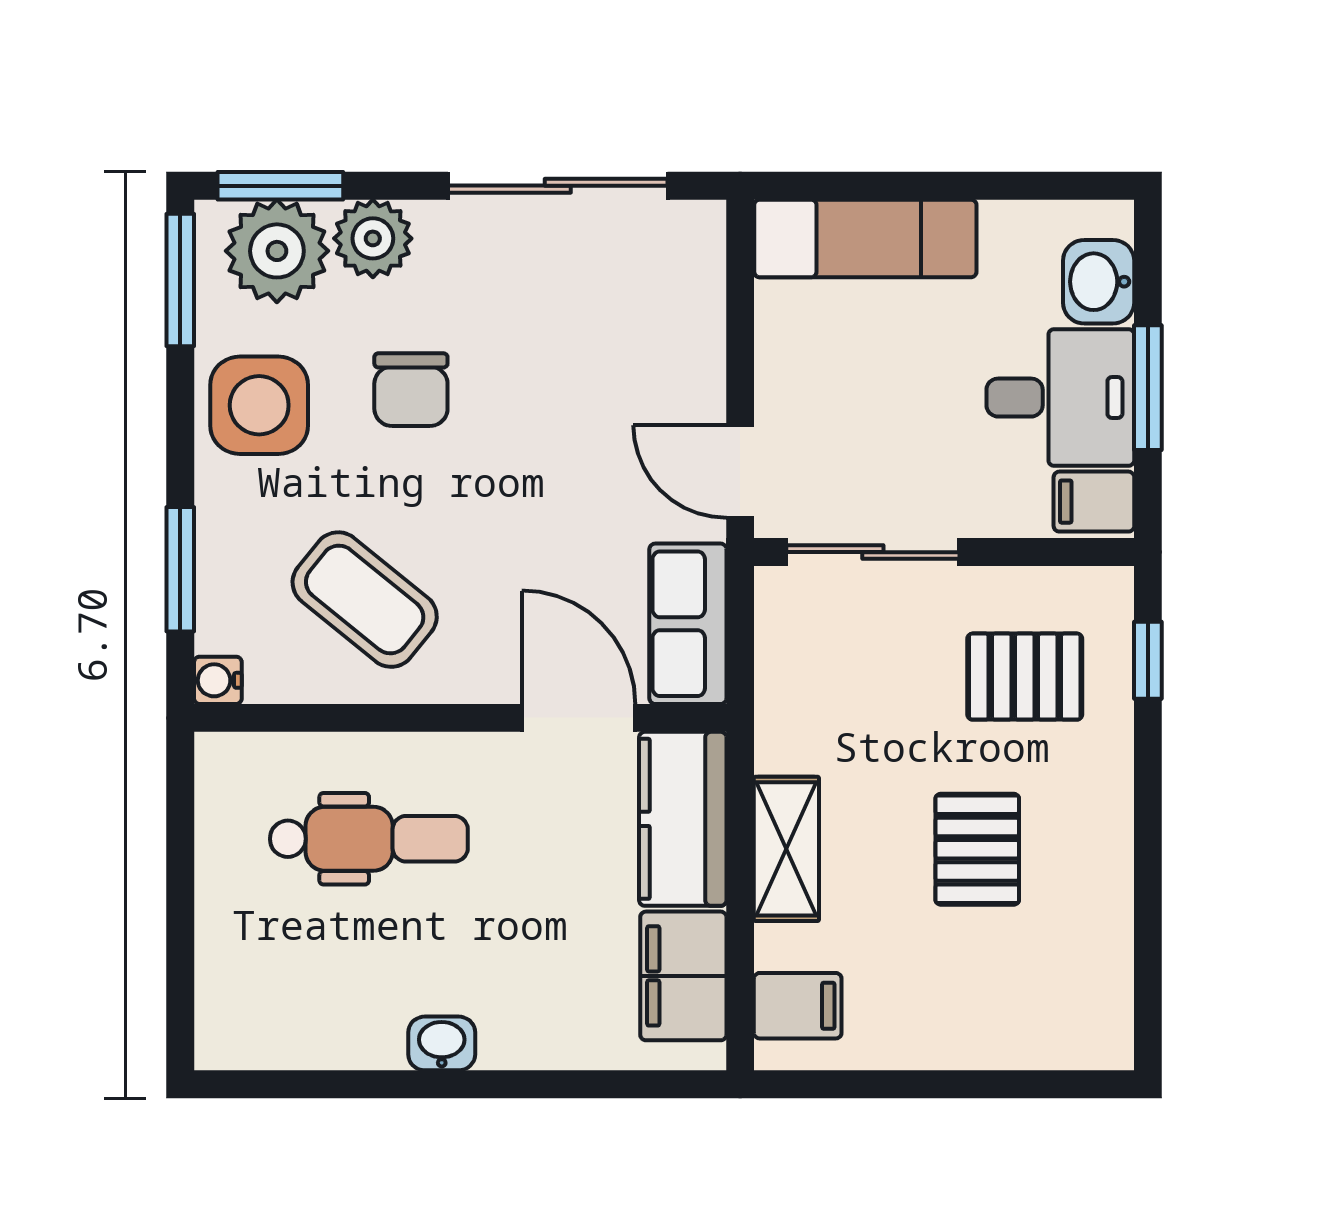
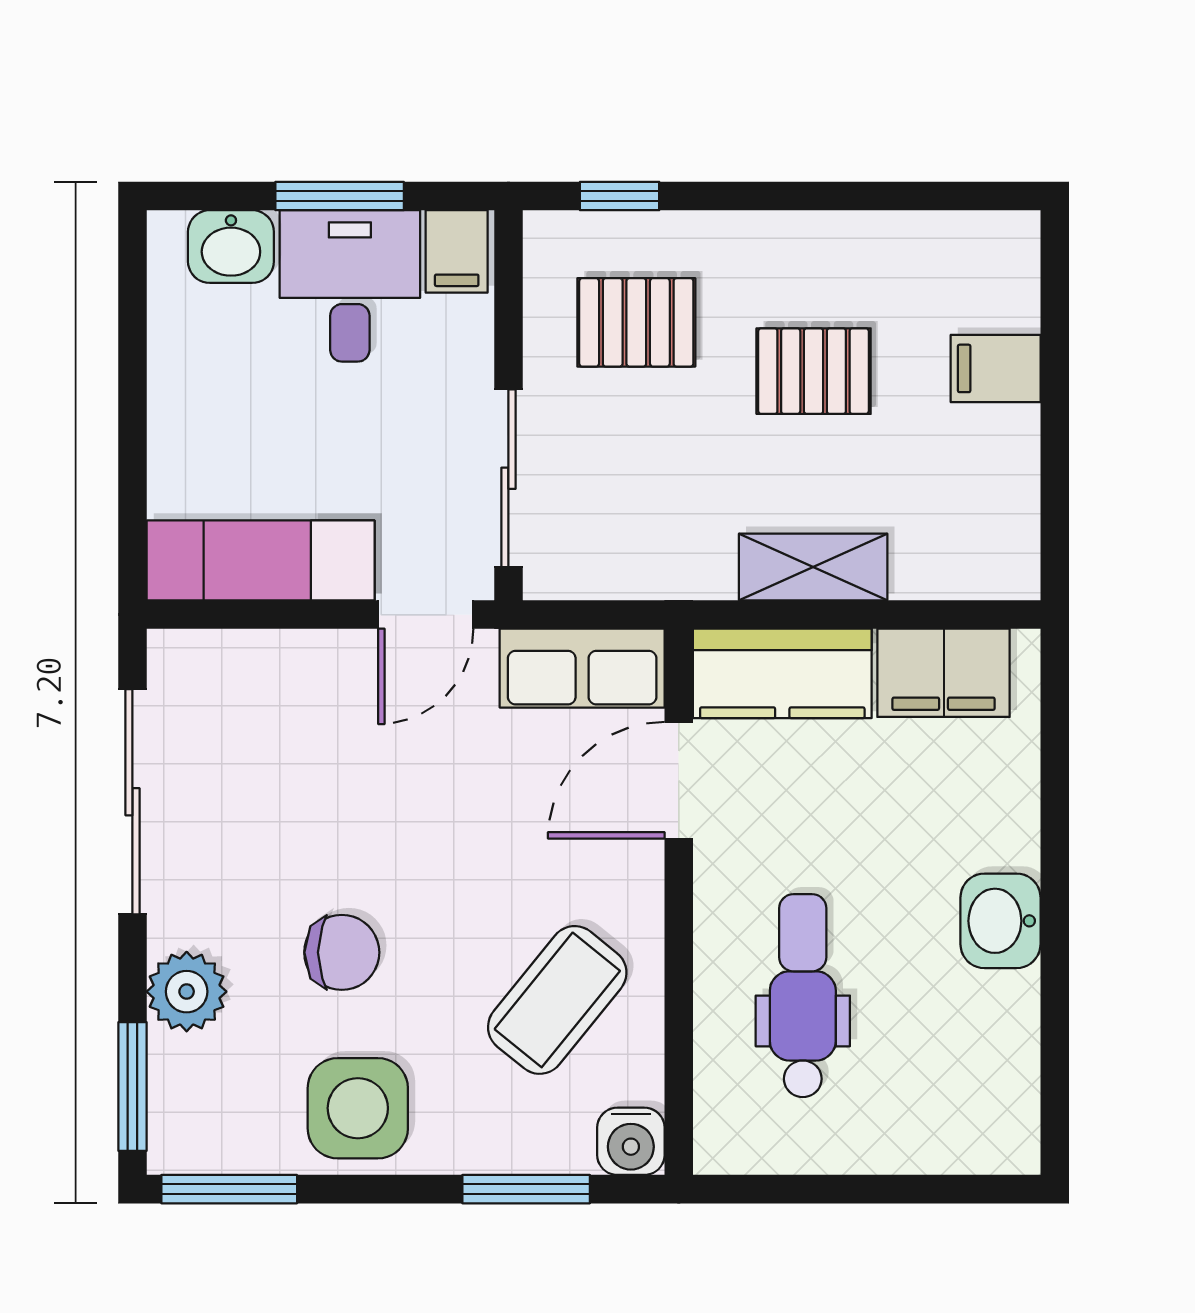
exam couch: (865, 238) -> (261, 560), moved, turned -90
plant: (277, 251) -> (199, 1090), removed
pallet: (1025, 677) -> (636, 322), turned 90
water cooler: (218, 680) -> (631, 1141), width x1.38, depth x1.38
filing cabinet: (798, 1006) -> (996, 368), moved, turned -90
washbasin: (442, 1043) -> (1000, 921), width x1.38, depth x1.45

